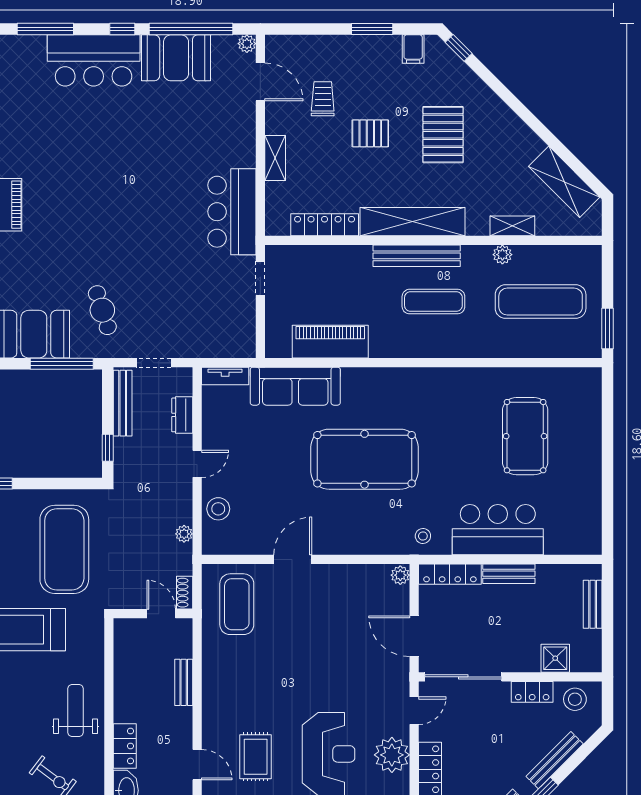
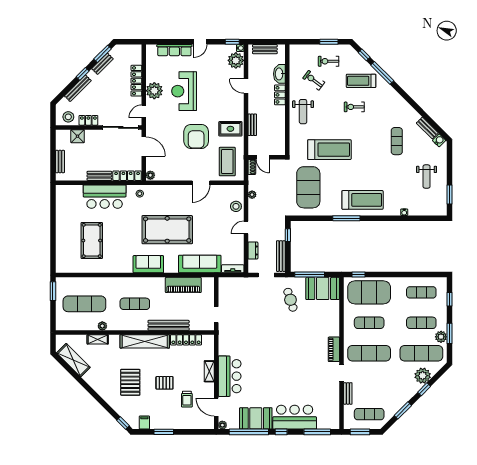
bar counter: (232, 212) -> (230, 376), moved
bench: (417, 256) -> (169, 325), moved
sofa: (405, 386) -> (148, 264), added
armchair: (303, 658) -> (196, 136), added
rug: (256, 757) -> (230, 129), moved, turned 90

